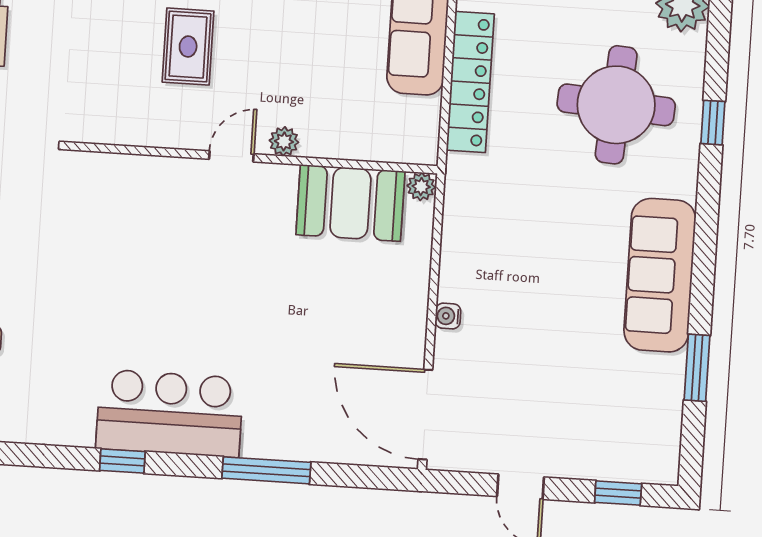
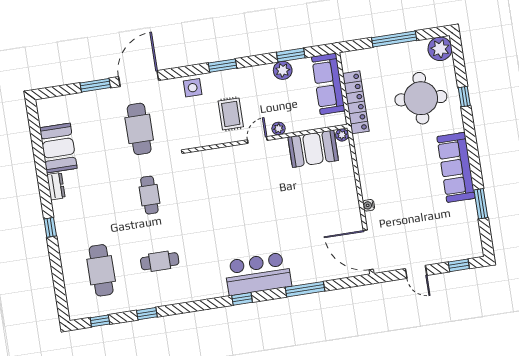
plant: (284, 141) -> (279, 129), moved
door: (231, 156) -> (257, 140), moved
wall: (252, 158) -> (266, 139), moved
plant: (421, 187) -> (342, 135), moved
booth: (350, 203) -> (313, 149), moved

